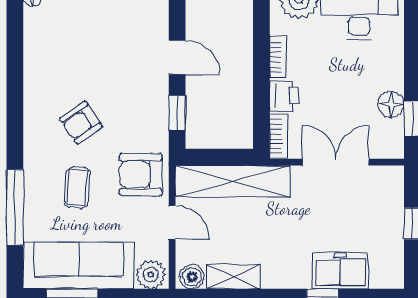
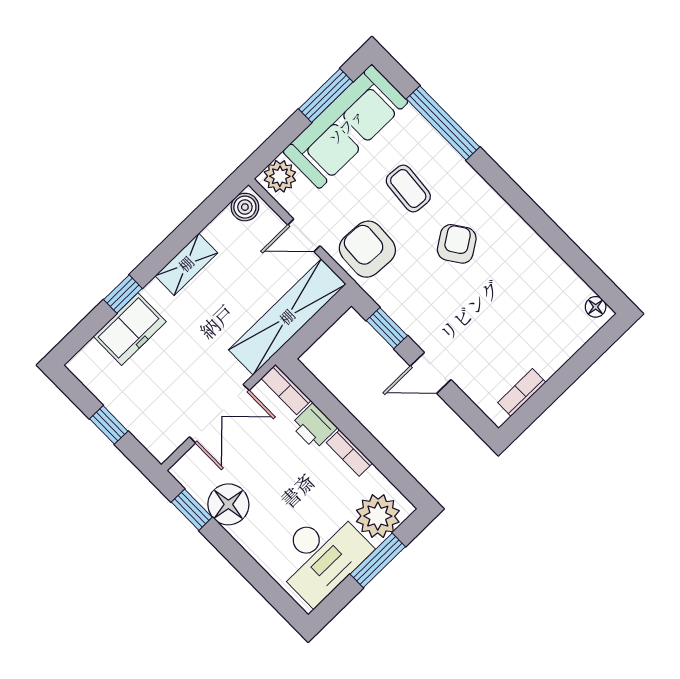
floor lamp: (391, 104) -> (228, 504), width x1.38, depth x1.38
armchair: (141, 175) -> (367, 249), turned -87
shelving: (233, 277) -> (186, 264), moved

